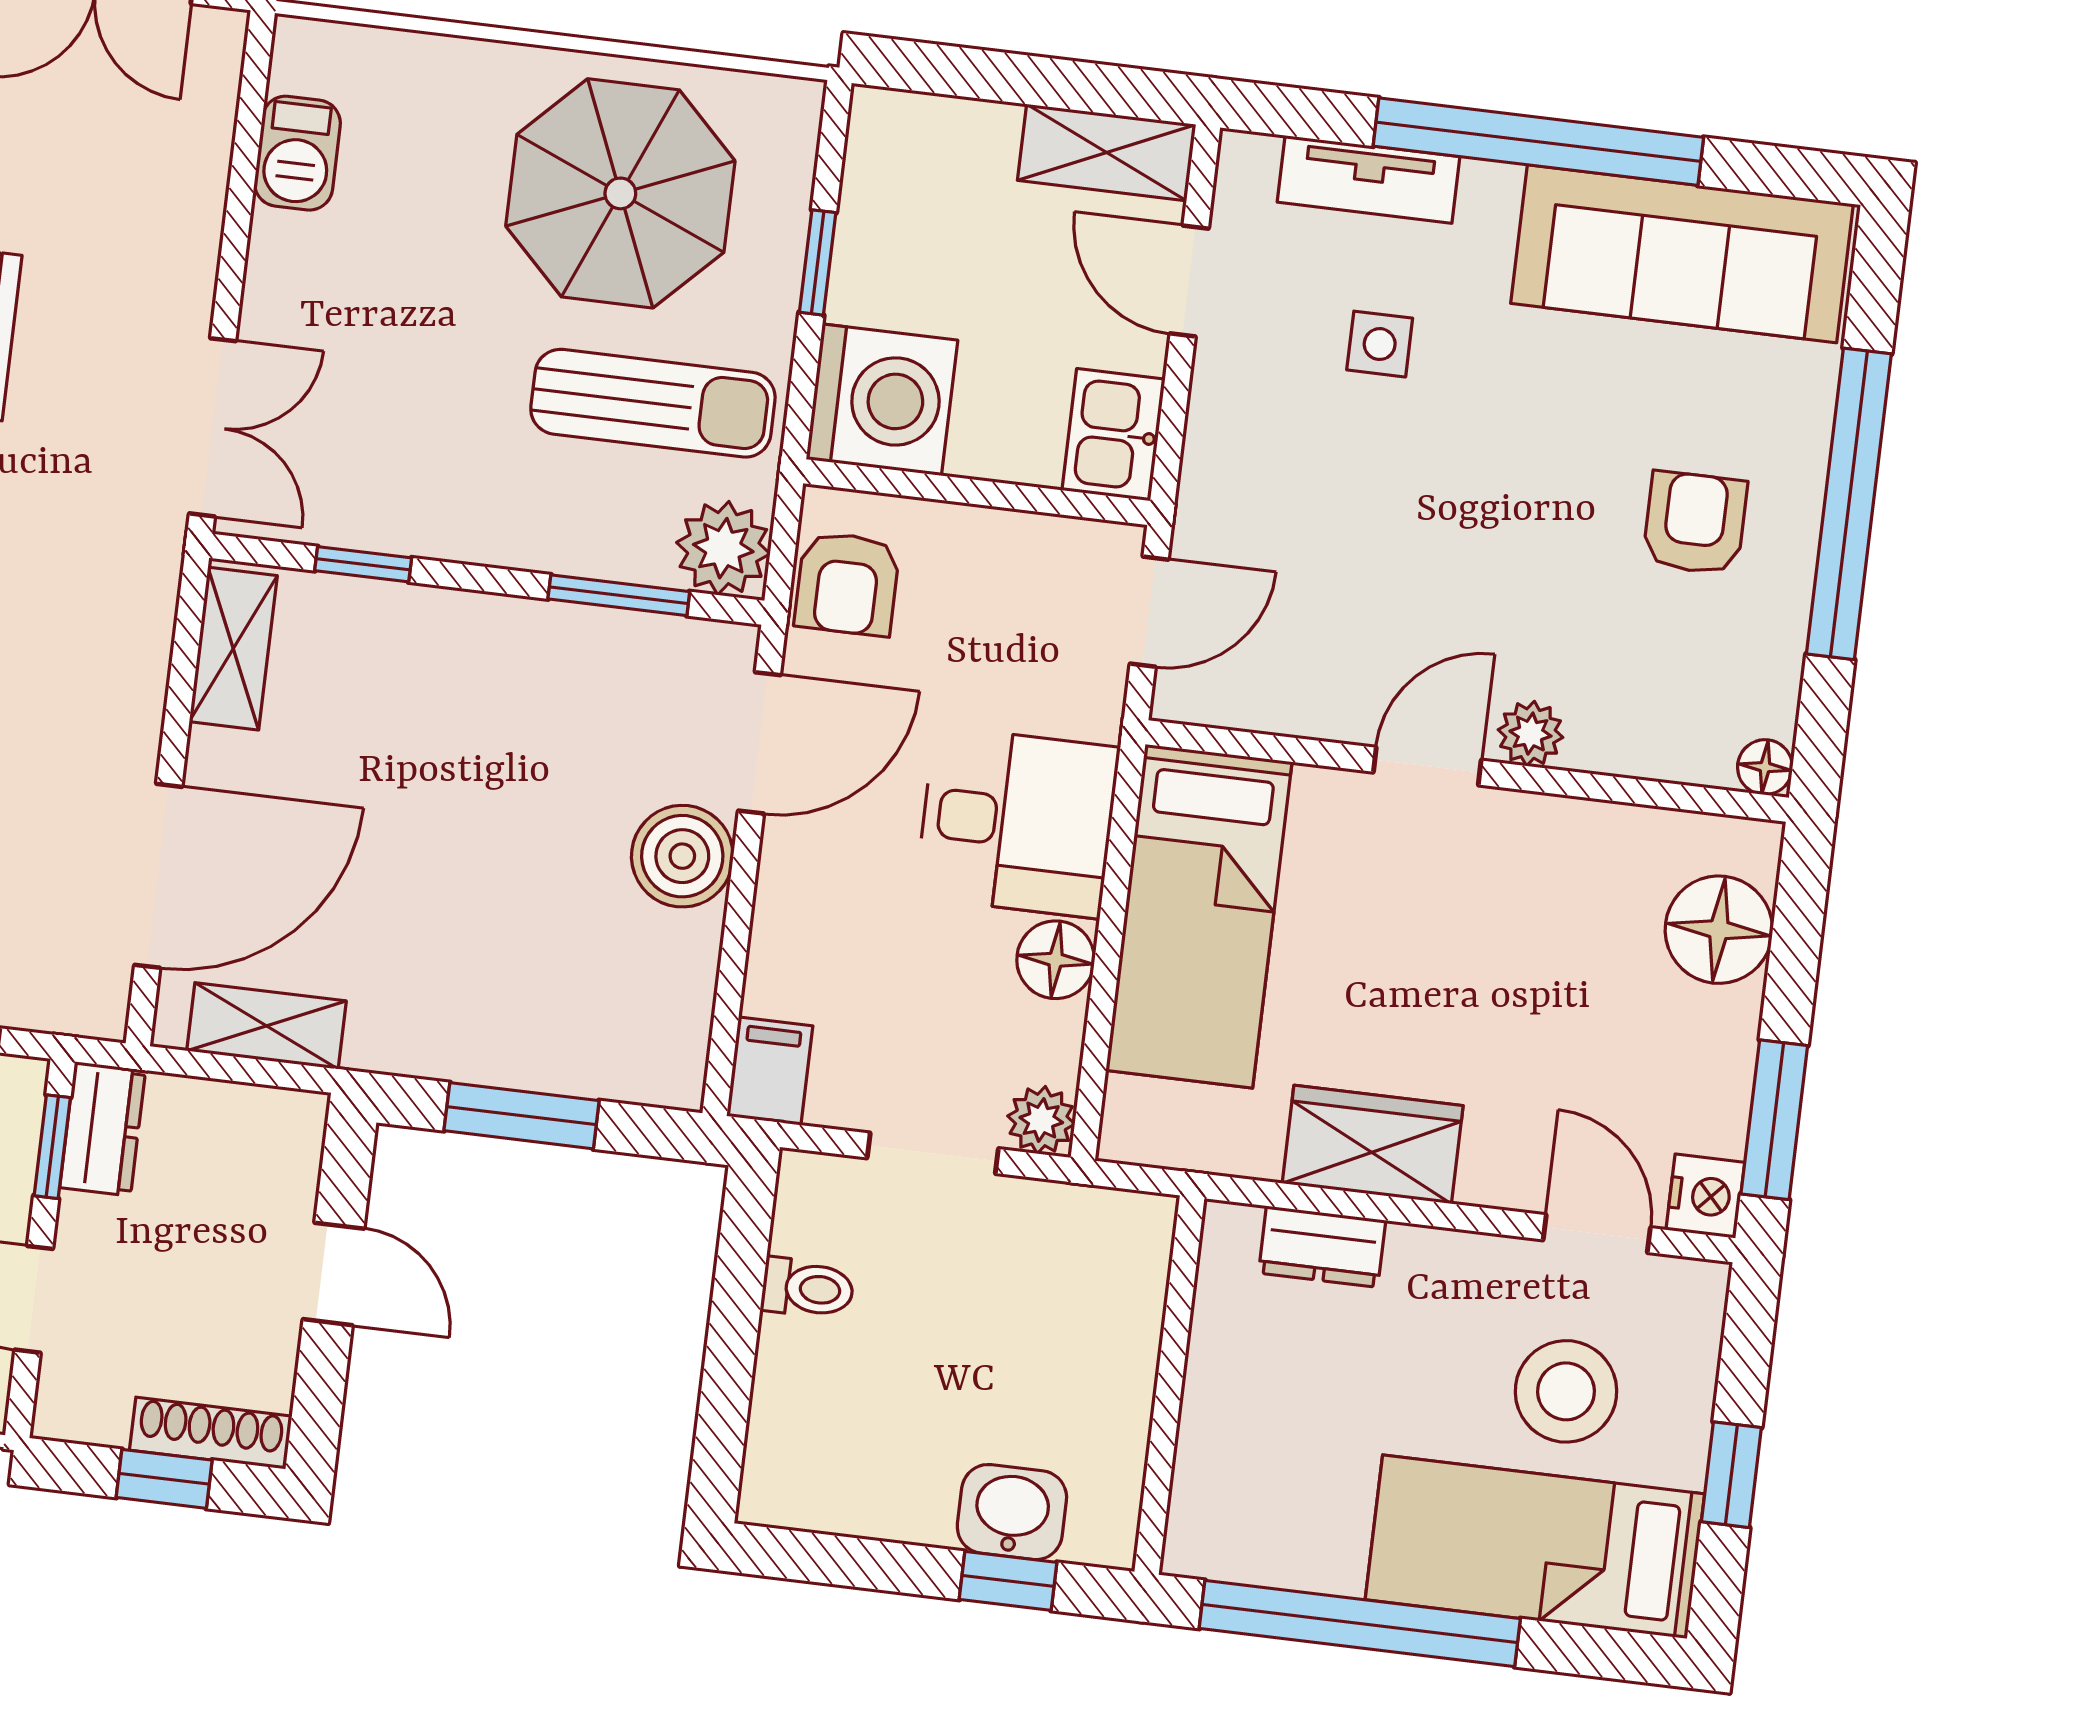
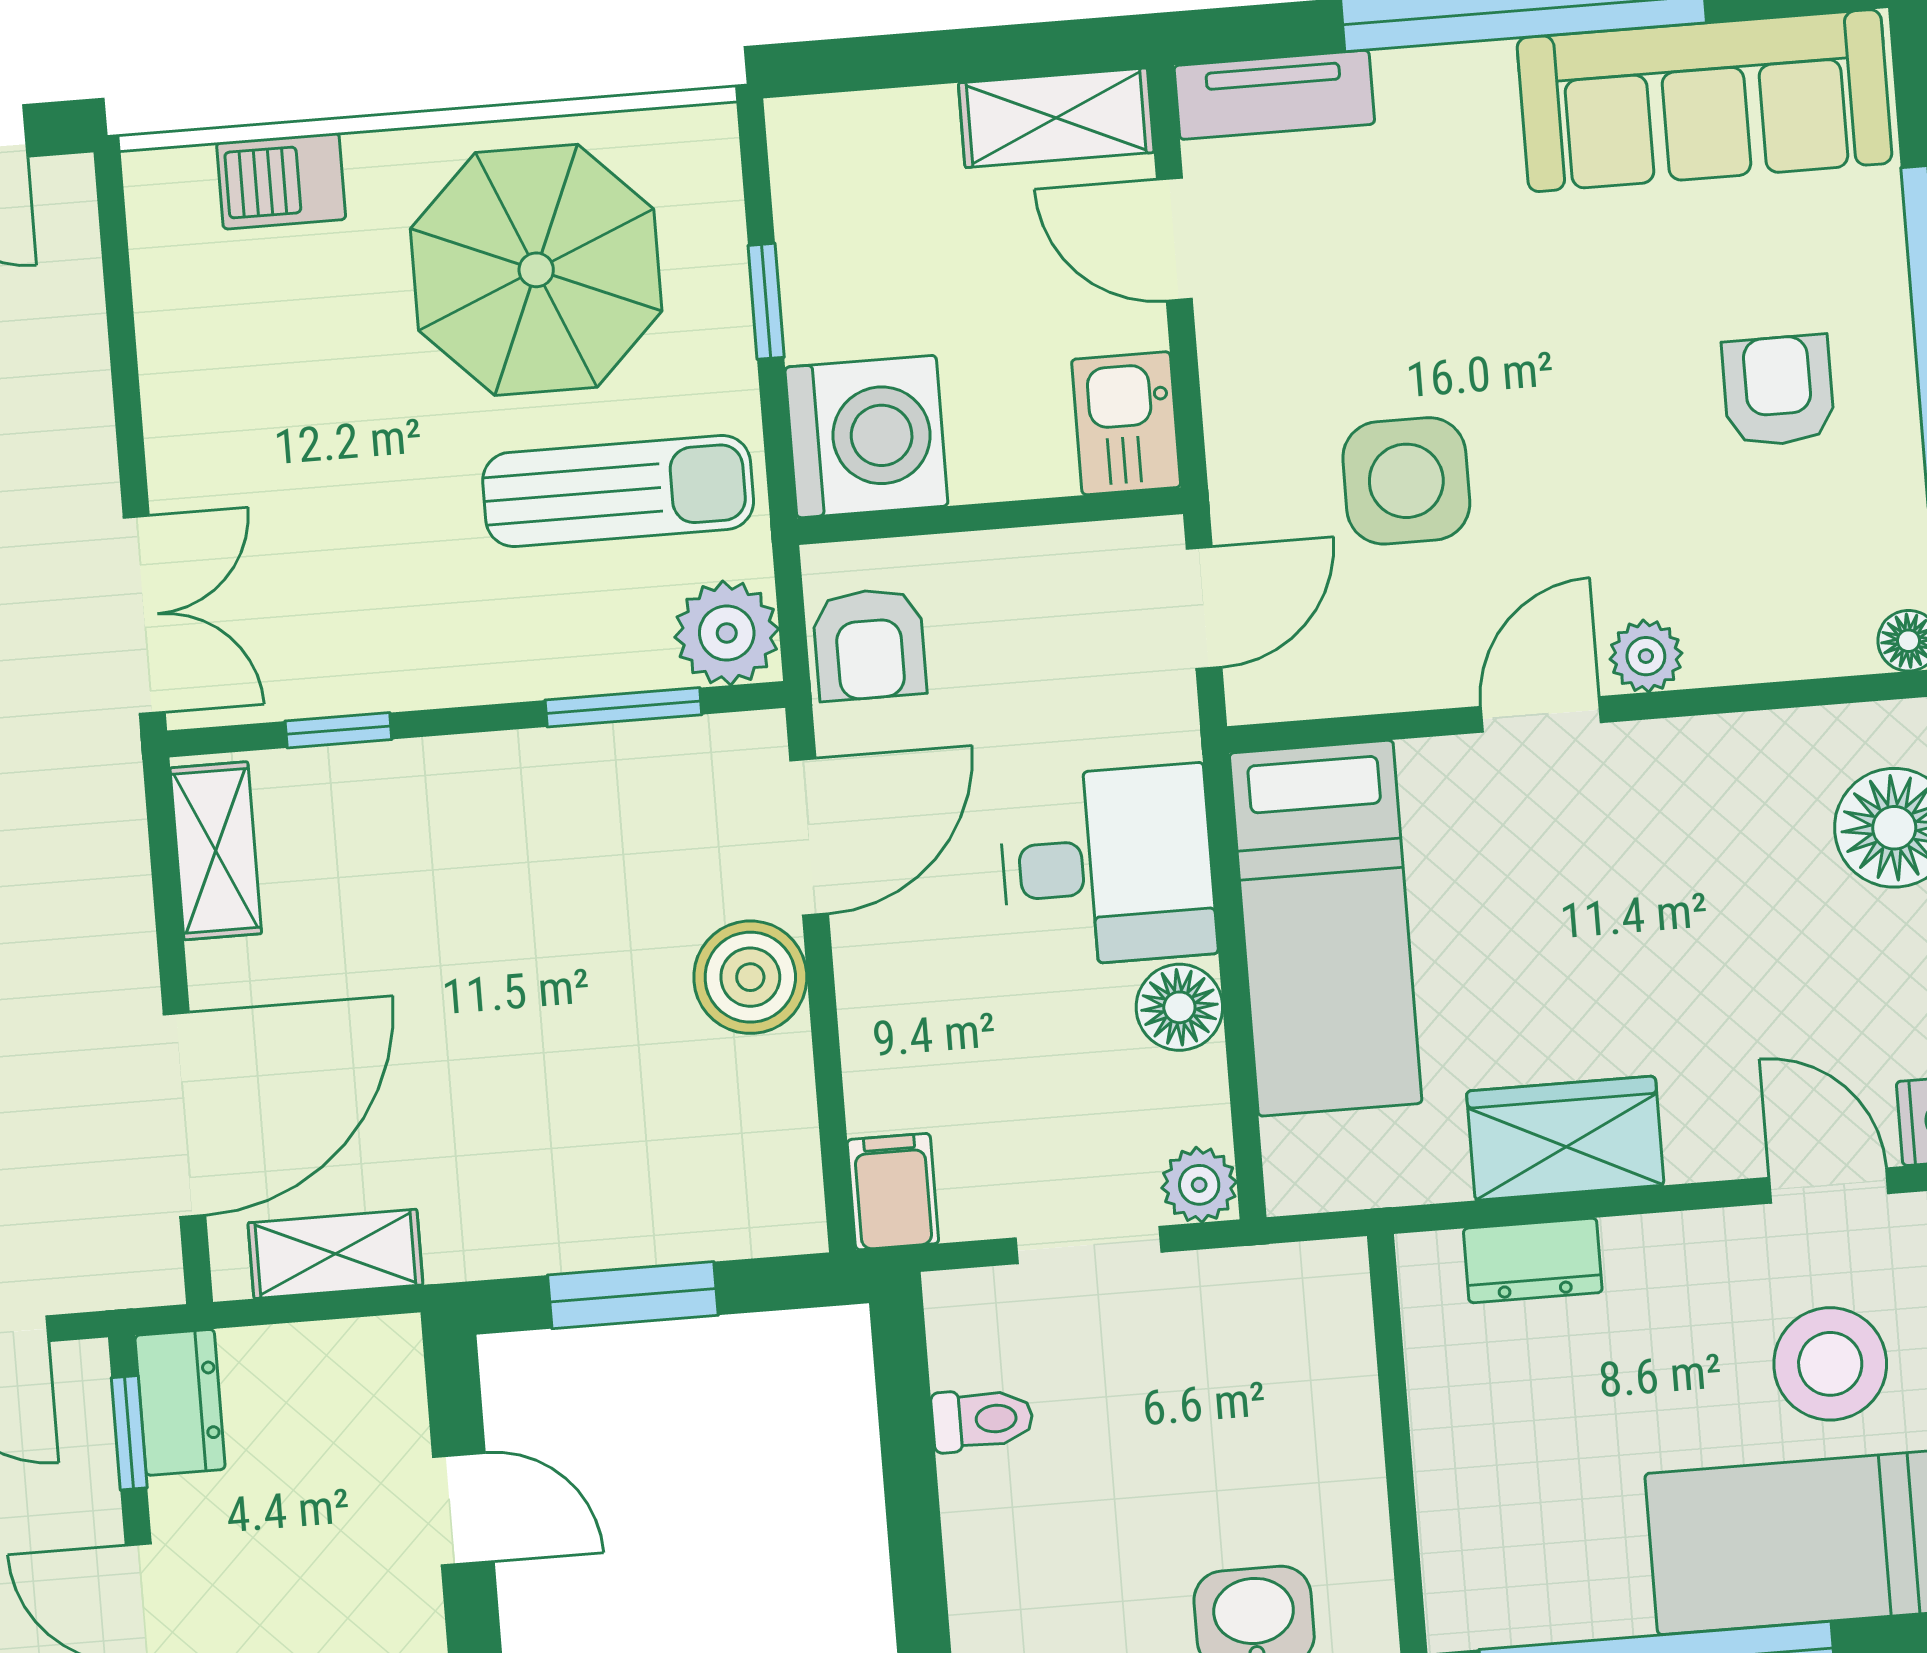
barbecue: (297, 153) -> (281, 181), moved, turned 90
tv unit: (1369, 179) -> (1274, 95), moved
side table: (1380, 344) -> (1406, 481), moved, width x1.87, depth x1.87

